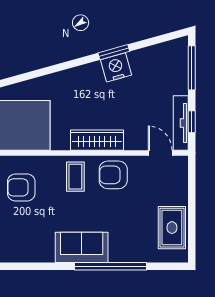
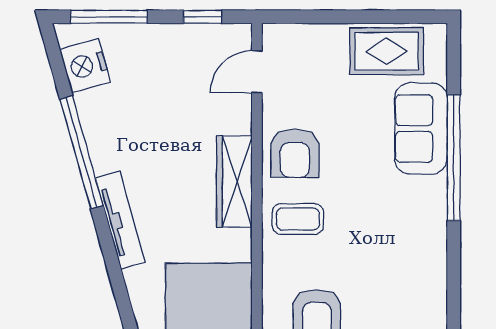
window: (114, 52) -> (81, 152), width x2.11
nightstand: (116, 67) -> (85, 66), moved
tv unit: (181, 123) -> (120, 220), moved, turned -106
sofa: (82, 247) -> (421, 128), moved

